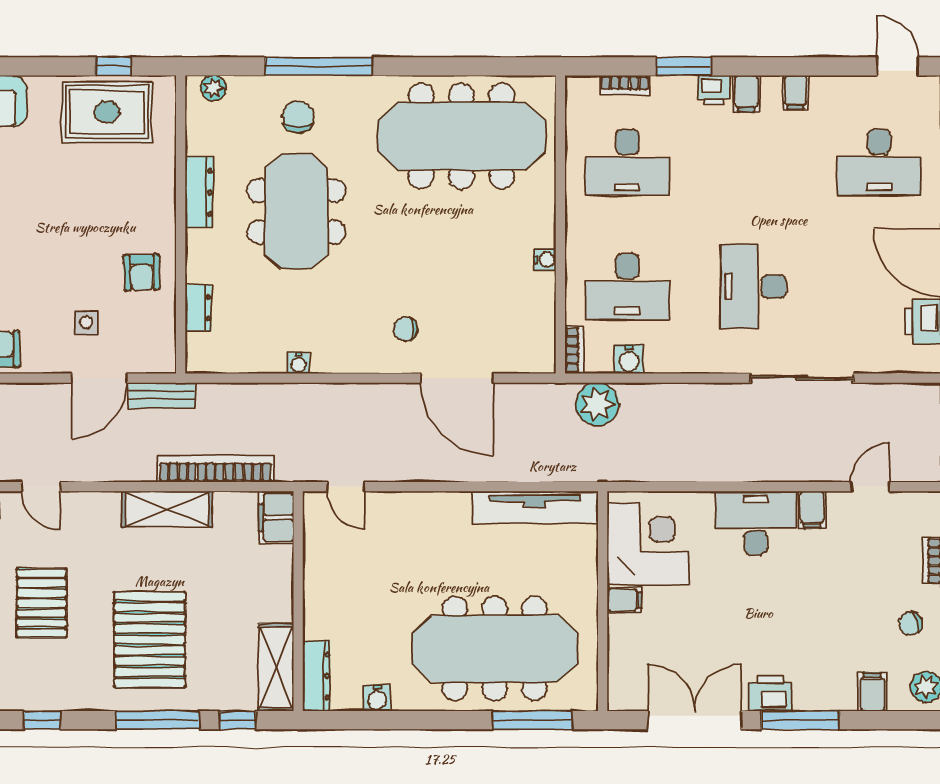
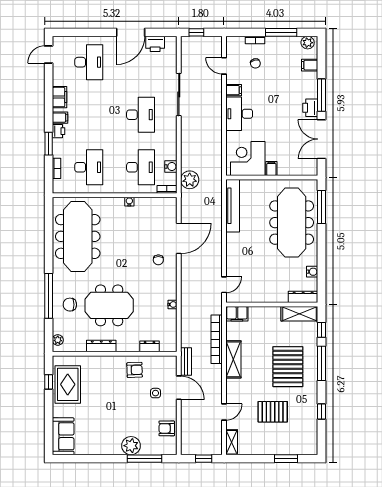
filing cabinet: (795, 92) -> (60, 97), width x2.00
desk: (753, 287) -> (141, 115), turned -90
chair: (910, 624) -> (255, 63), moved
pallet: (150, 640) -> (288, 367), turned 90

